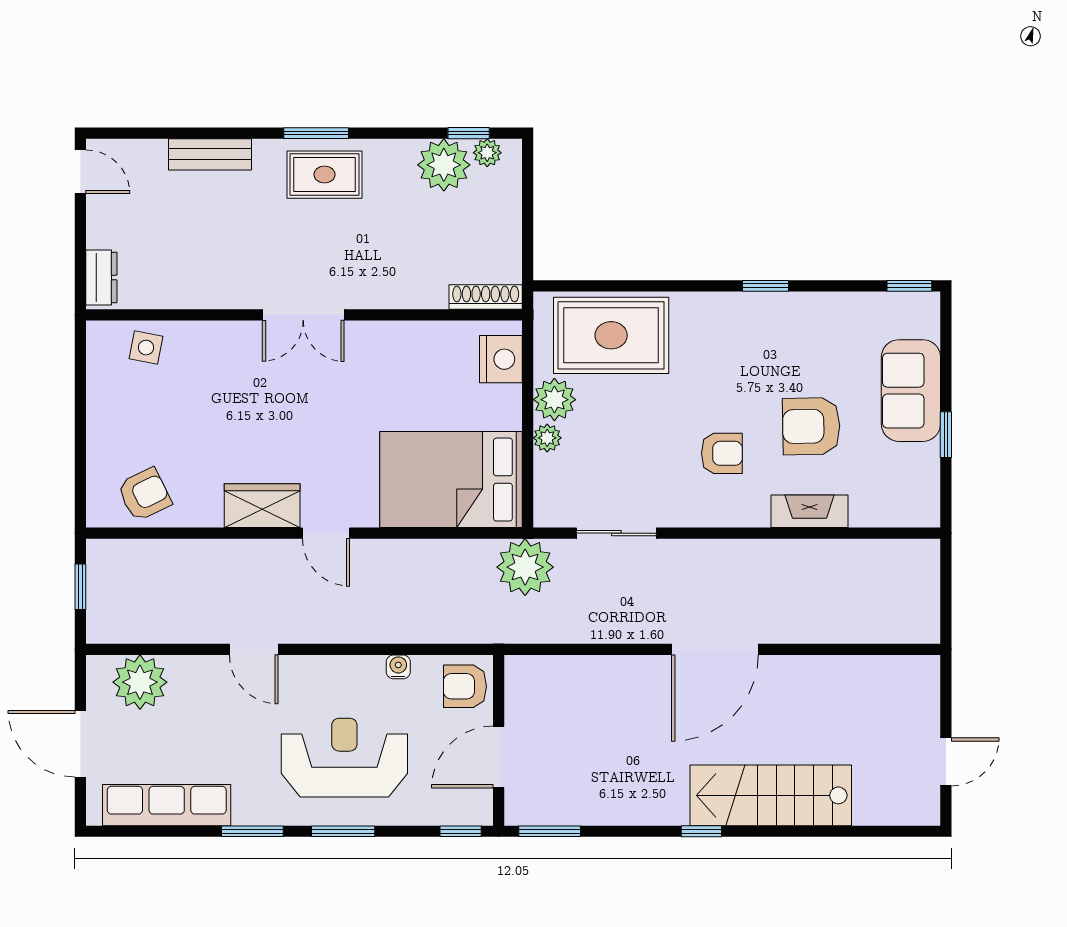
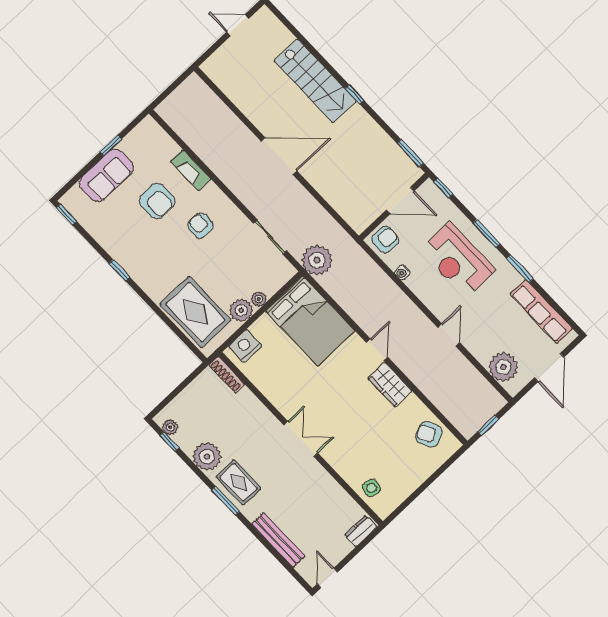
bench: (210, 154) -> (278, 540), width x1.36
plant: (444, 165) -> (207, 457), moved
armchair: (465, 686) -> (385, 240), turned -90

